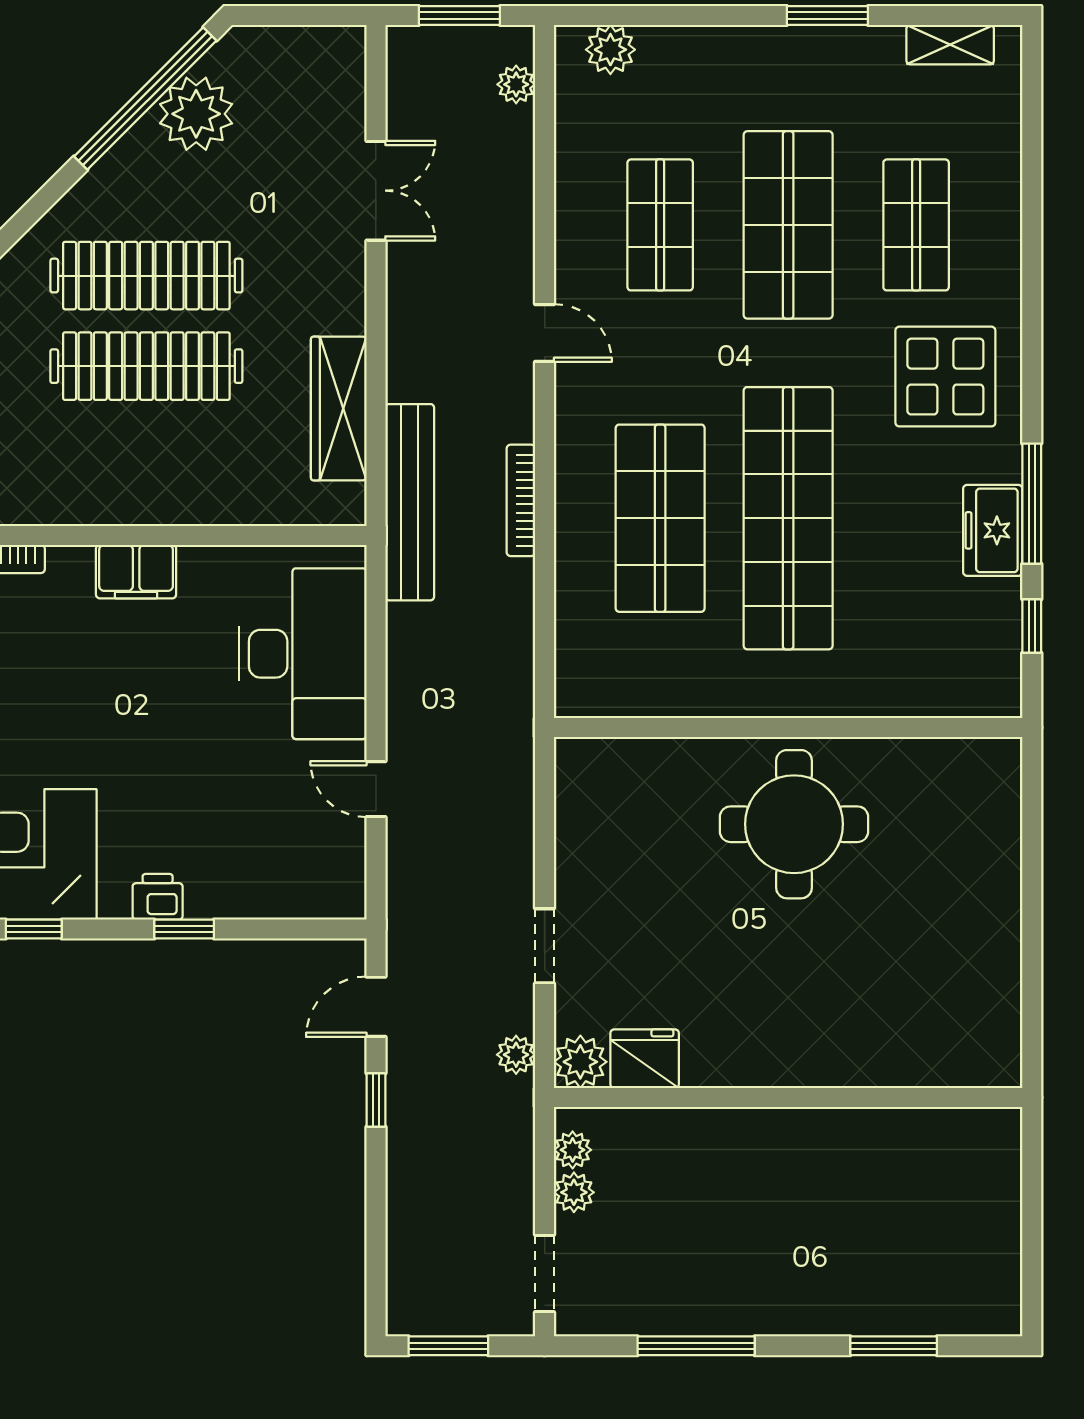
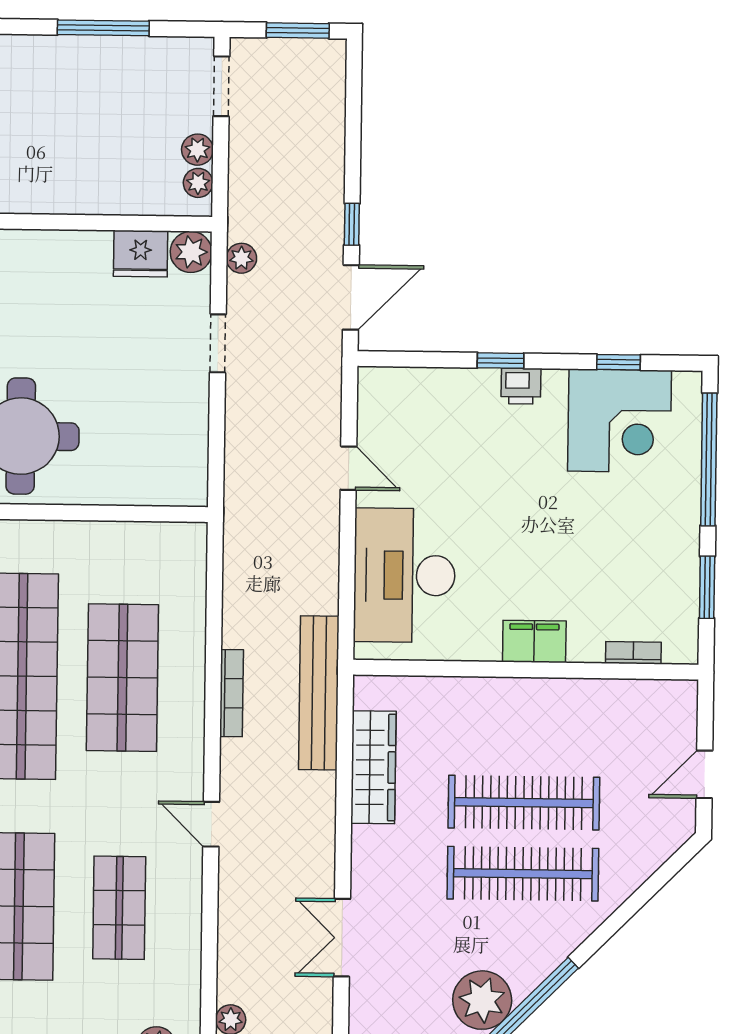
door: (376, 1007) -> (351, 297), width x1.38

